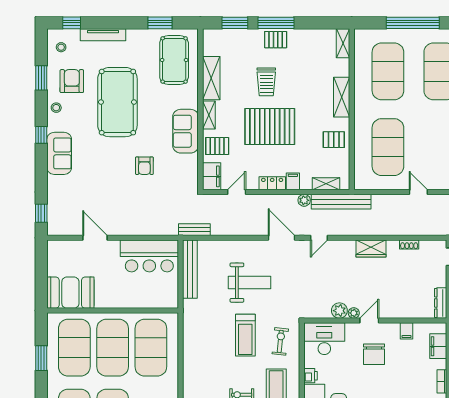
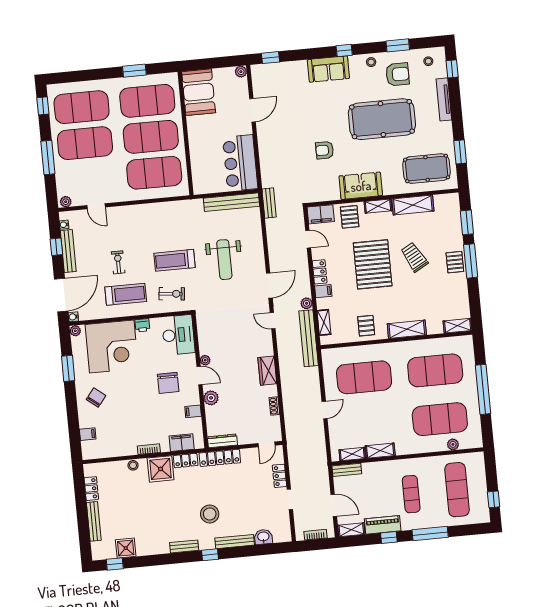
trolley: (266, 82) -> (414, 257), turned 61
plant: (53, 246) -> (241, 72), added
plant: (339, 311) -> (211, 398), moved
chair: (374, 354) -> (168, 383), turned -90

